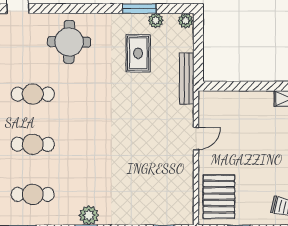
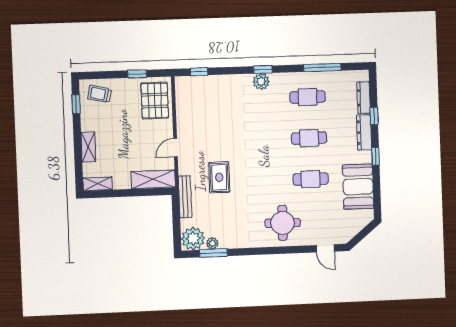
window: (139, 9) -> (213, 253), moved
plant: (186, 21) -> (193, 239), width x1.88, depth x1.88
rug: (138, 53) -> (219, 177), moved
shelving: (225, 101) -> (153, 179), added

